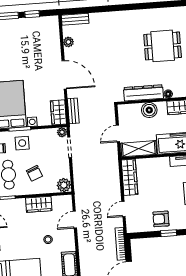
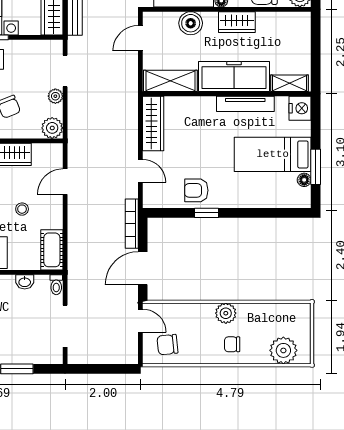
plant: (62, 132) -> (55, 96), moved
door: (118, 133) -> (140, 38), moved
door: (123, 209) -> (140, 171), swing flipped

